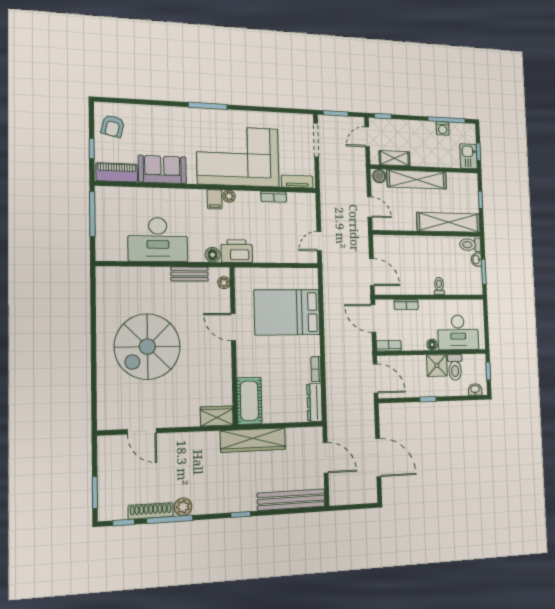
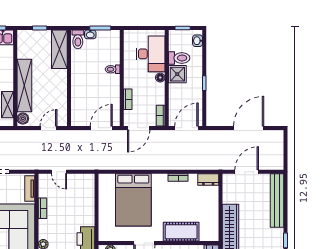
shelving: (449, 222) -> (59, 49), width x0.68
door: (319, 241) -> (59, 172), moved
cot: (249, 401) -> (181, 232), moved
dresser: (315, 402) -> (208, 179), width x0.70

